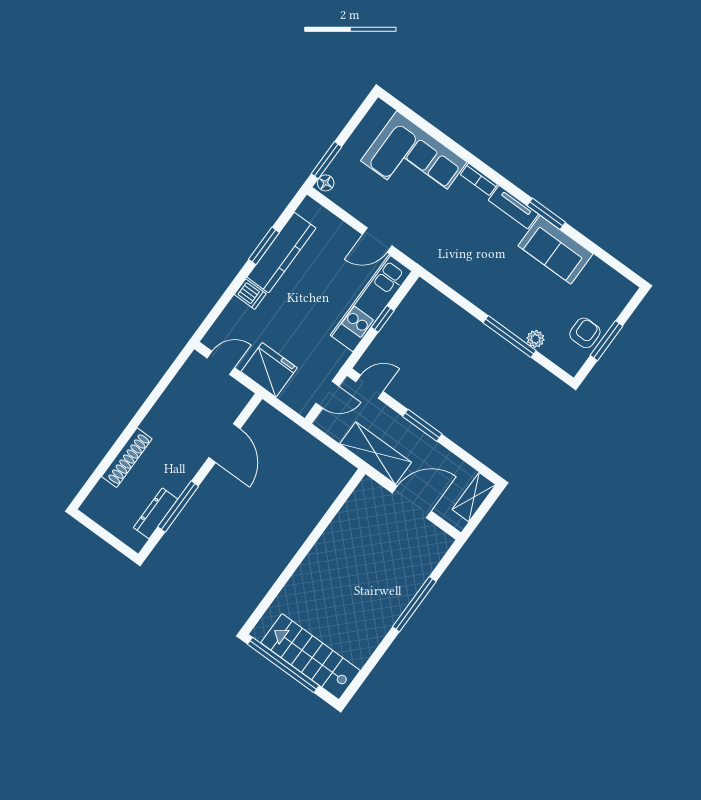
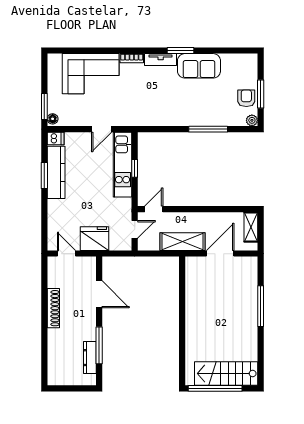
dishwasher: (250, 294) -> (56, 138), moved
plant: (535, 339) -> (252, 120), moved
door: (221, 363) -> (66, 254), hinge flipped
window: (422, 425) -> (196, 209), removed
shoe rack: (127, 458) -> (53, 308), moved

